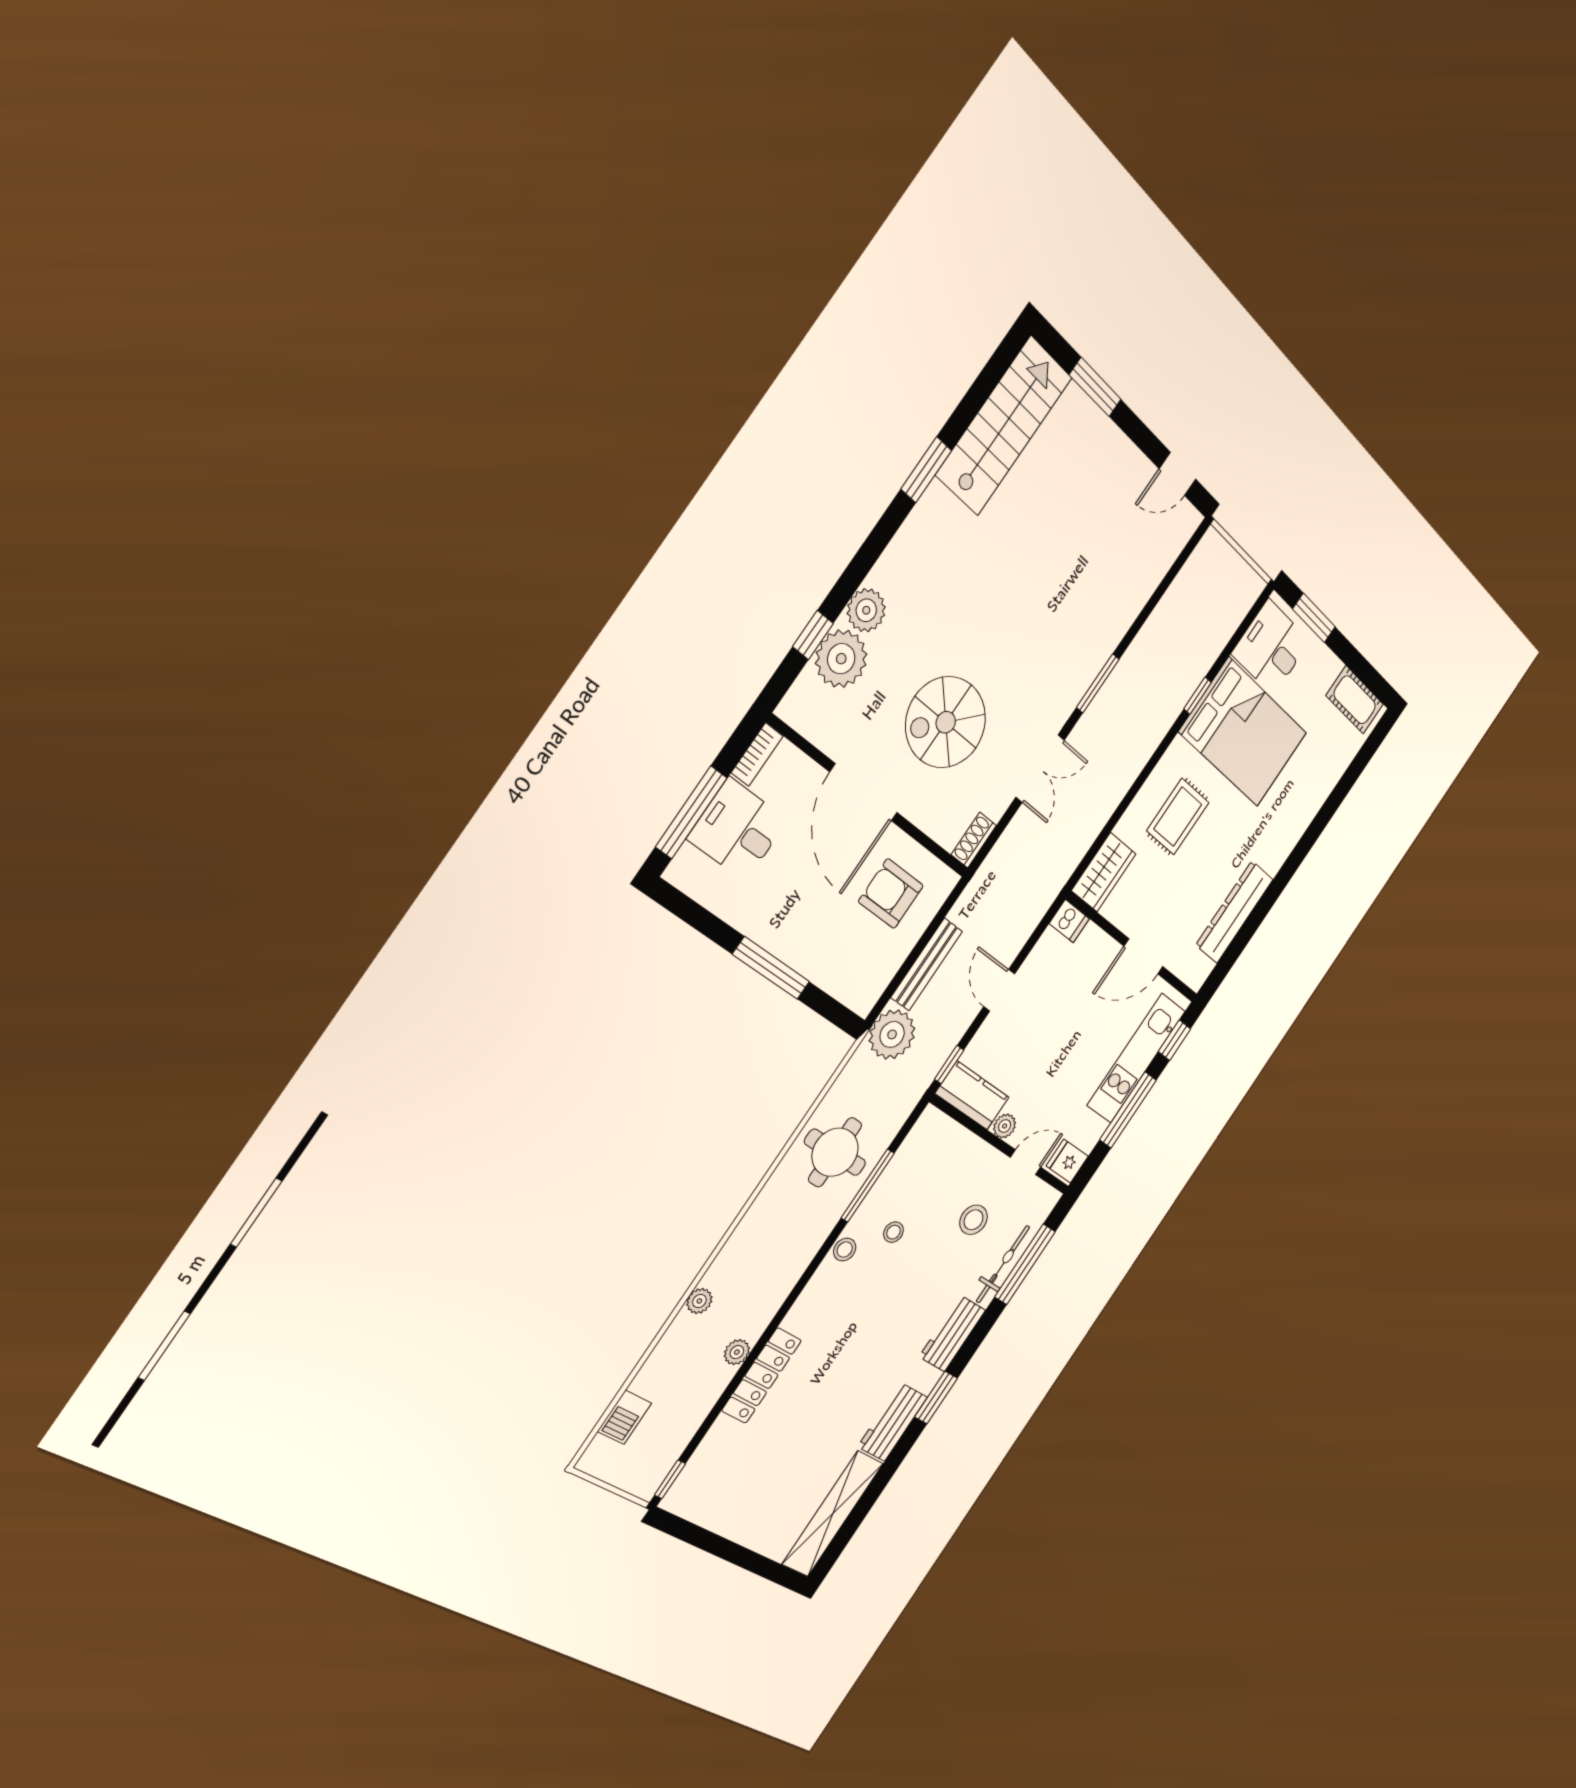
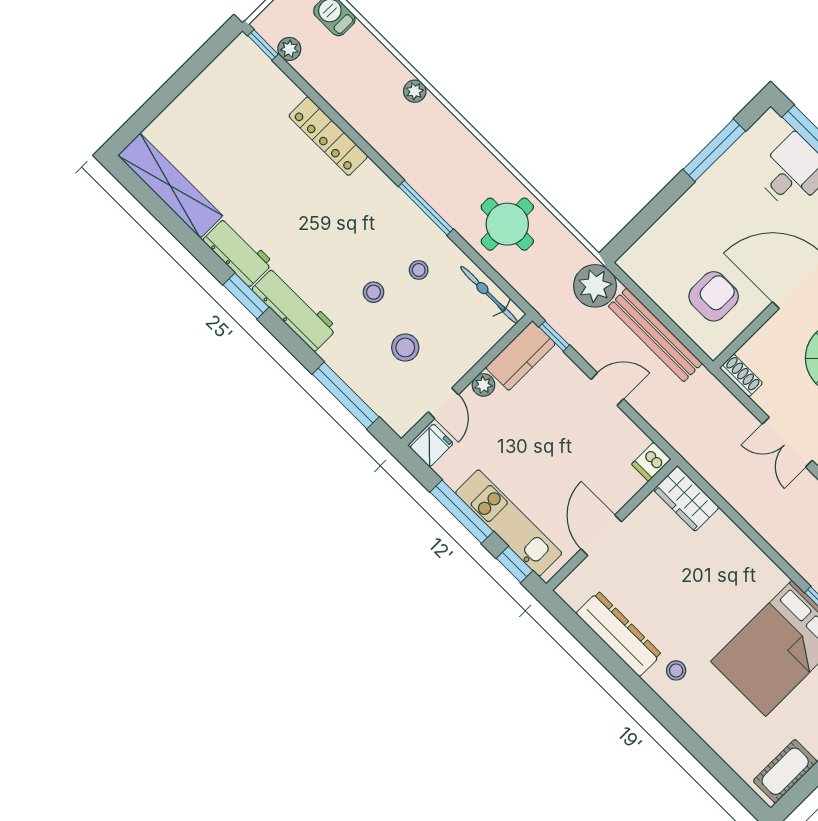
rug: (1178, 817) -> (719, 577), removed
stool: (1266, 842) -> (676, 670), added
bench: (927, 964) -> (655, 335), width x1.37, depth x1.21
window: (771, 968) -> (714, 150), moved
window: (868, 1186) -> (426, 208), moved
stool: (845, 1250) -> (373, 292), moved
bicycle: (1003, 1264) -> (489, 295), moved, turned 180
workbench: (952, 1333) -> (295, 309), width x1.38
plant: (737, 1352) -> (289, 49), moved

